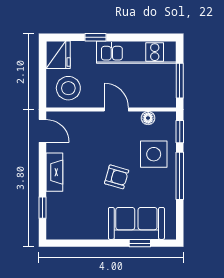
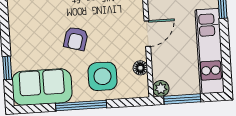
plant: (169, 100) -> (161, 88), added
window: (180, 132) -> (128, 103), removed
sofa: (136, 223) -> (42, 87), moved, turned -90

